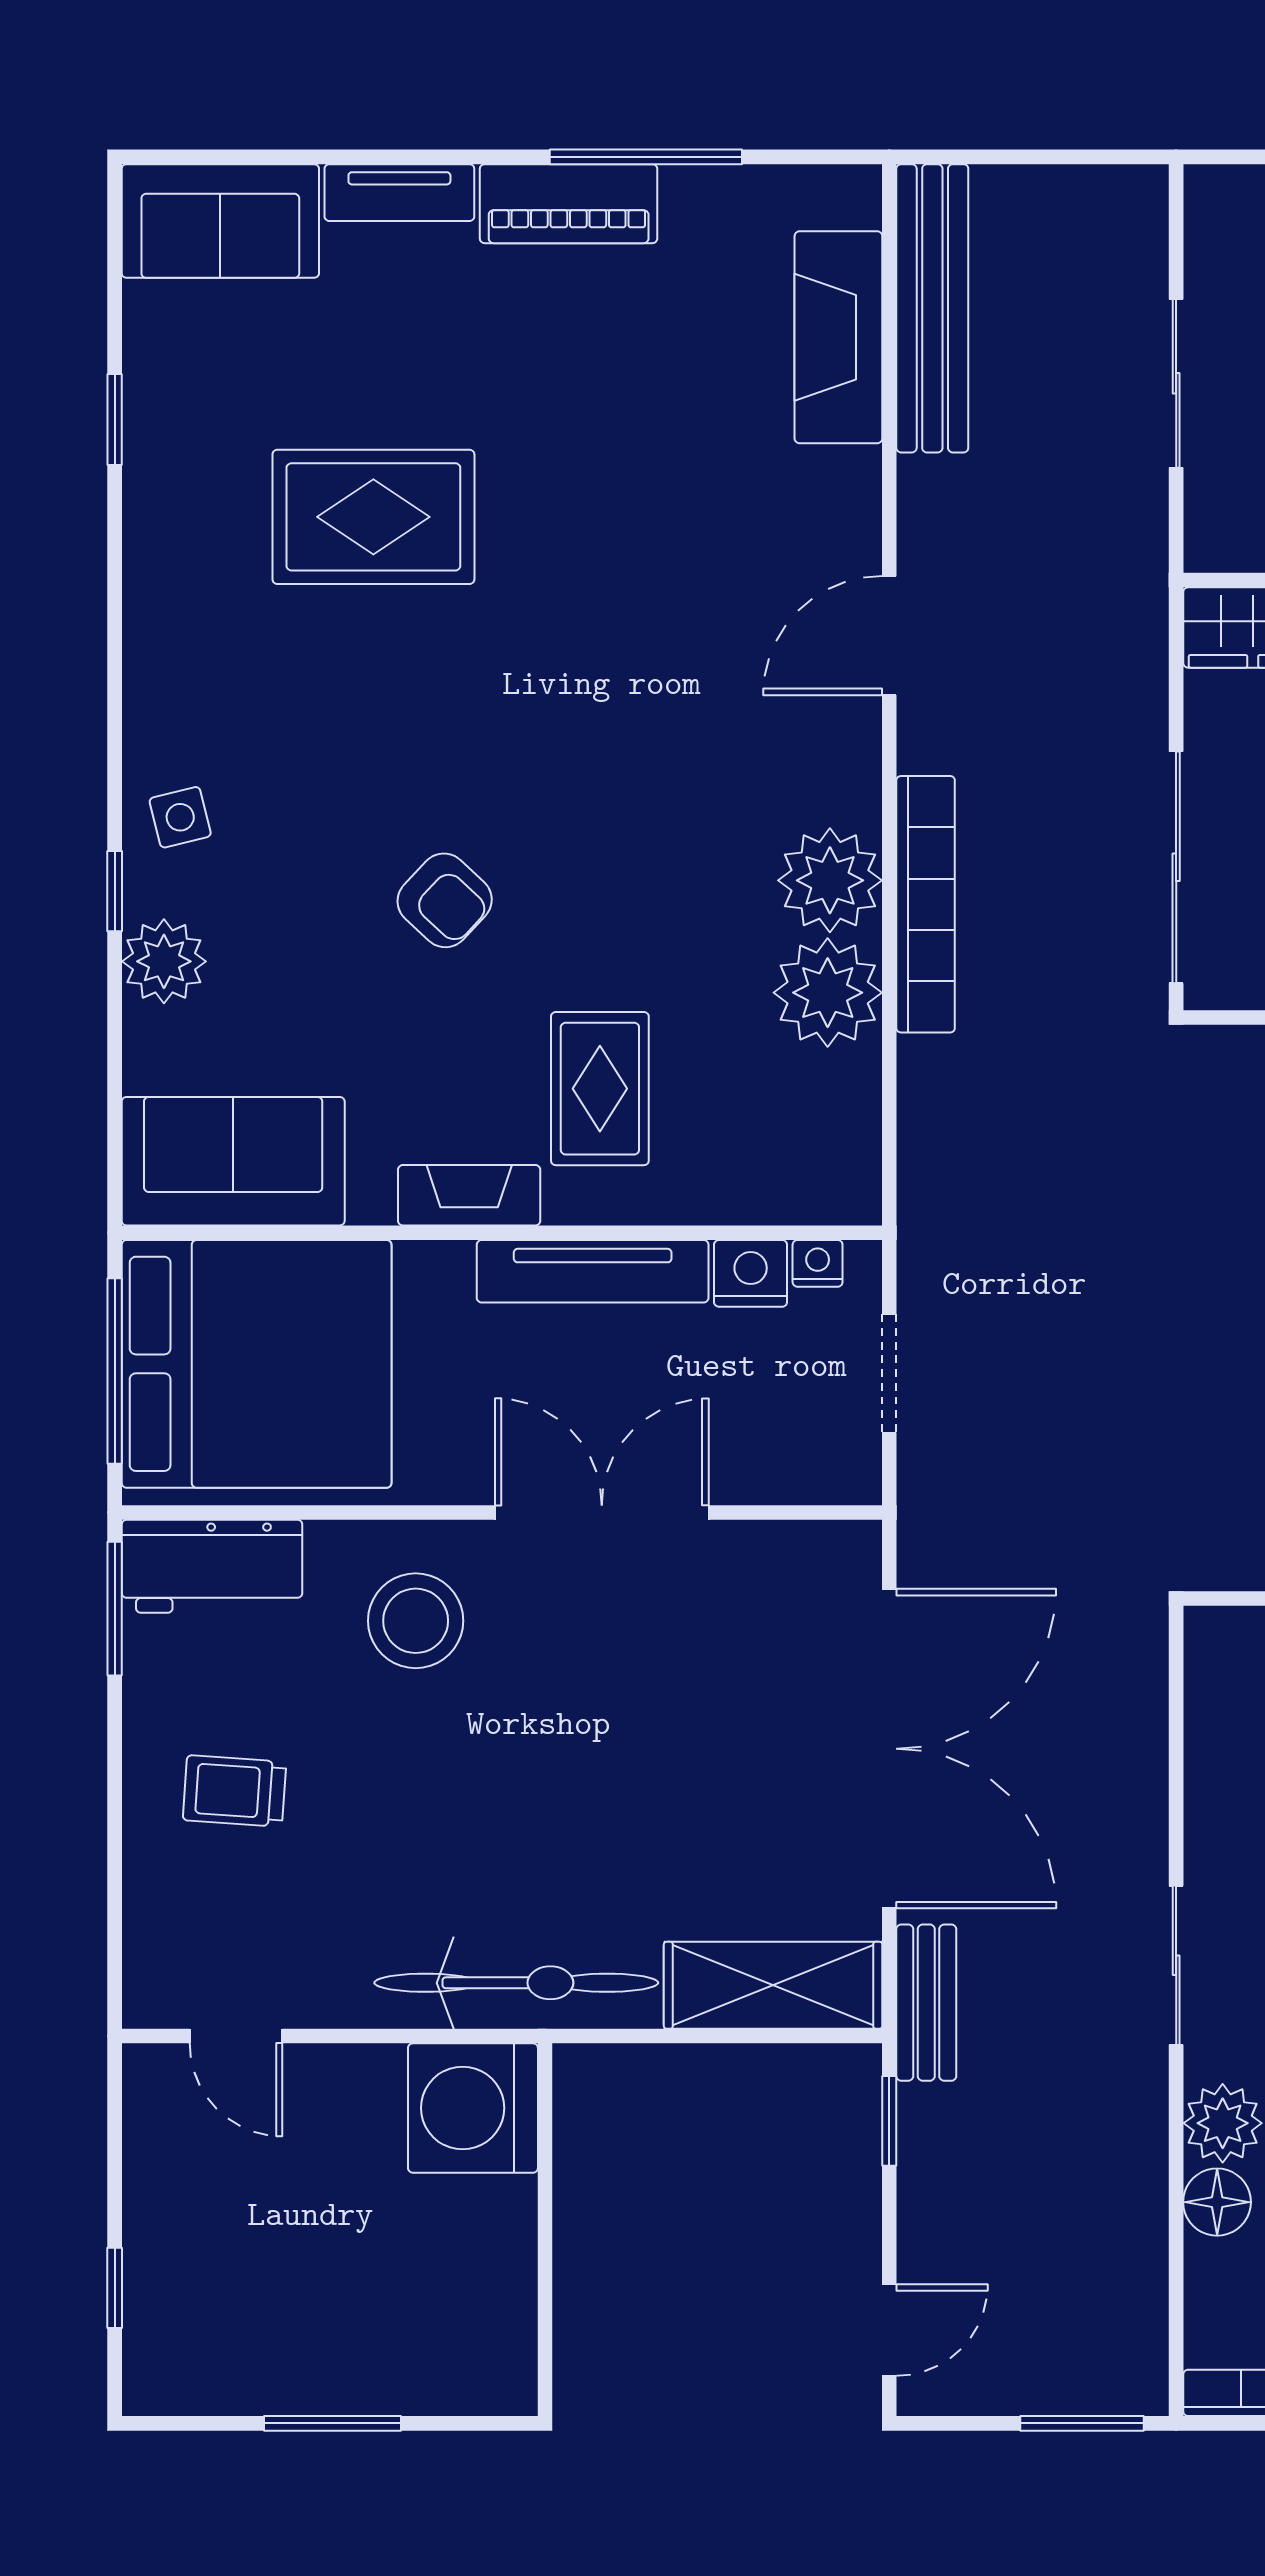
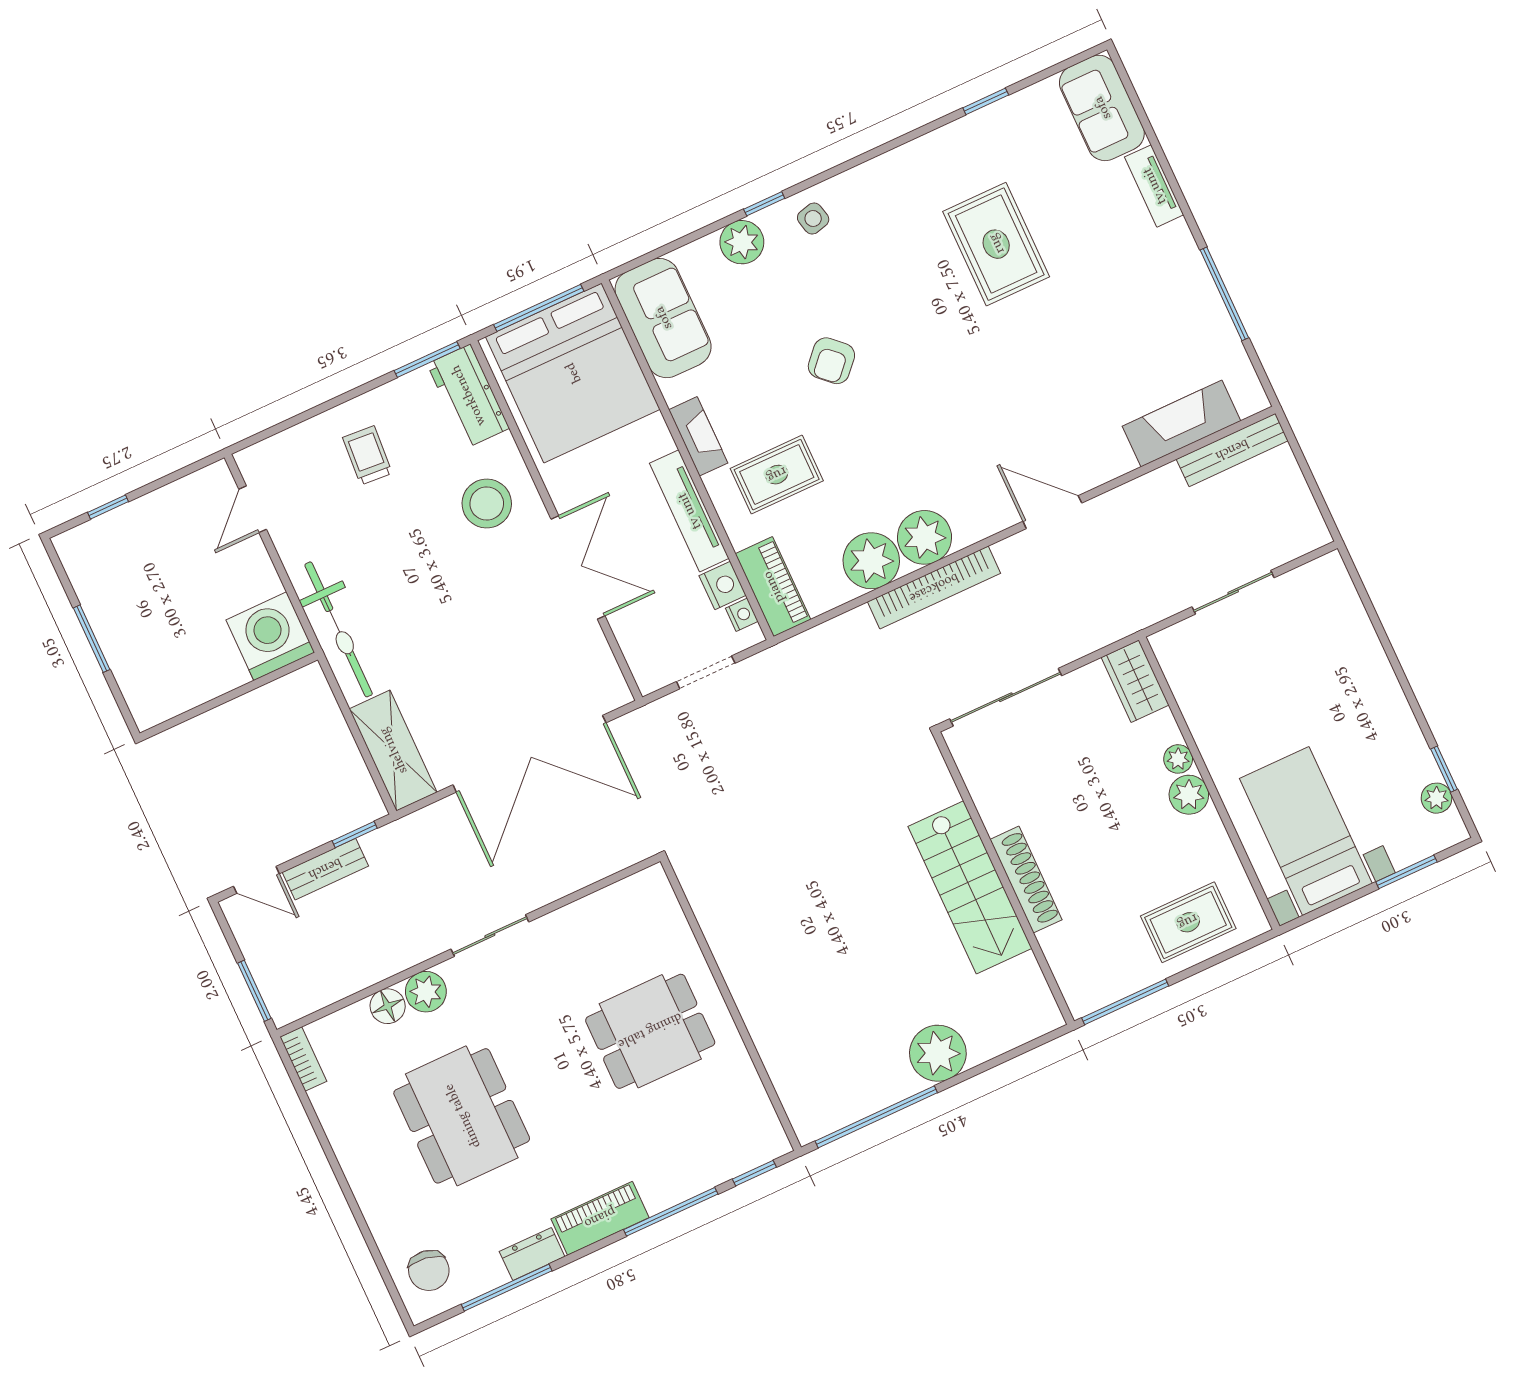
piano: (569, 204) -> (773, 587), moved, turned 180
bench: (932, 308) -> (1232, 450), width x0.73, depth x0.82
bench: (926, 2003) -> (325, 869), moved

